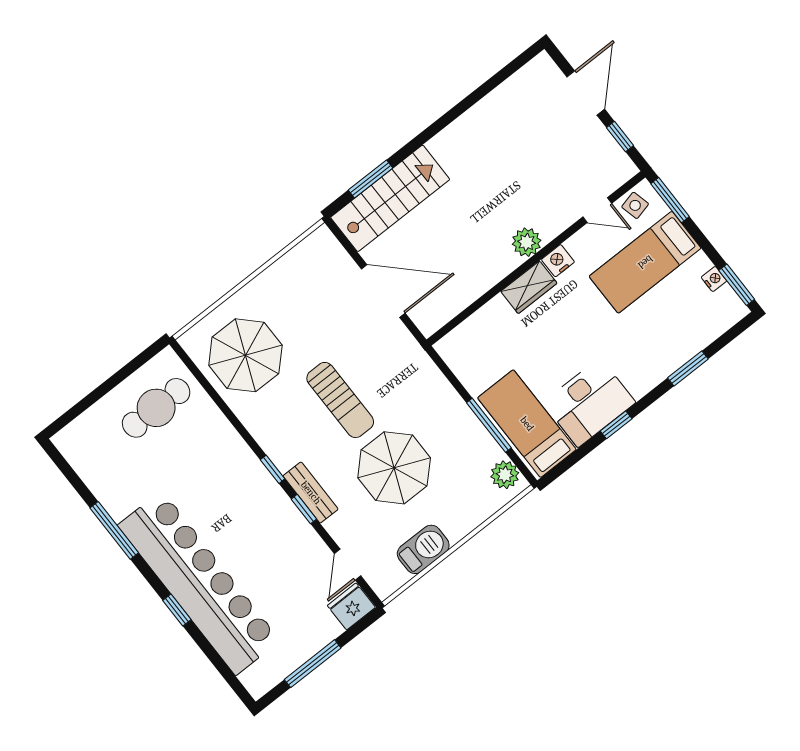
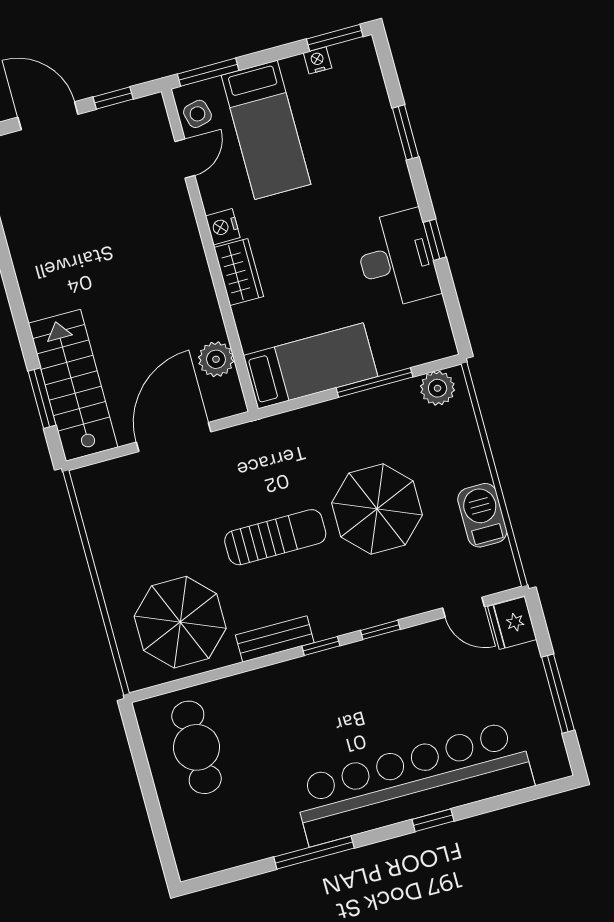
plant: (527, 242) -> (216, 359), moved
bed: (527, 424) -> (311, 366), moved, turned 180
bench: (311, 493) -> (275, 639), moved

